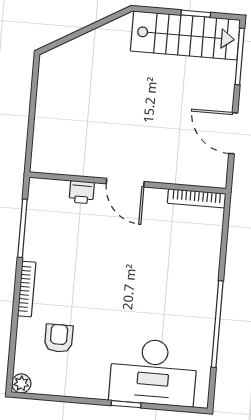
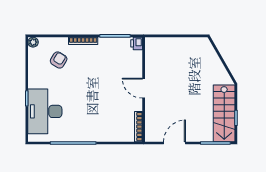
door: (125, 183) -> (144, 88), hinge flipped
printer: (82, 192) -> (137, 43), moved
armchair: (59, 338) -> (59, 60), turned -59

